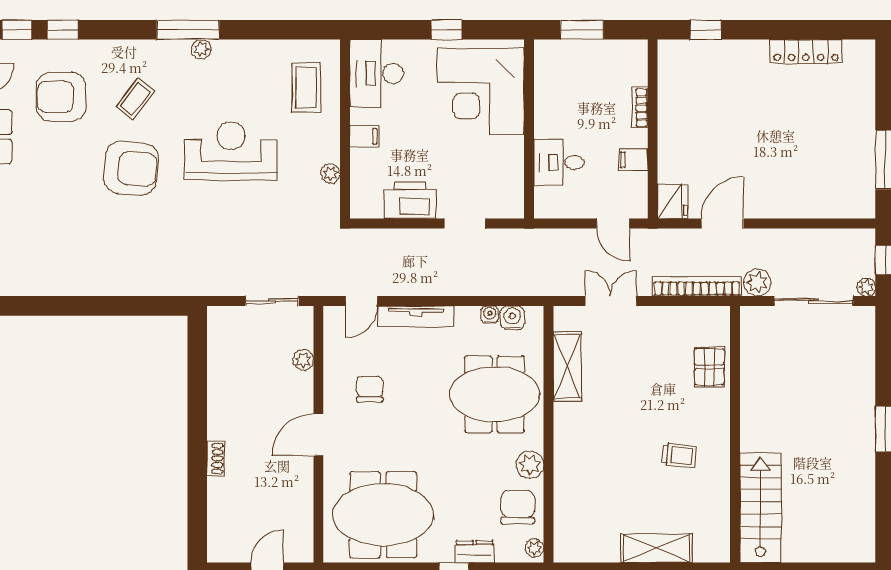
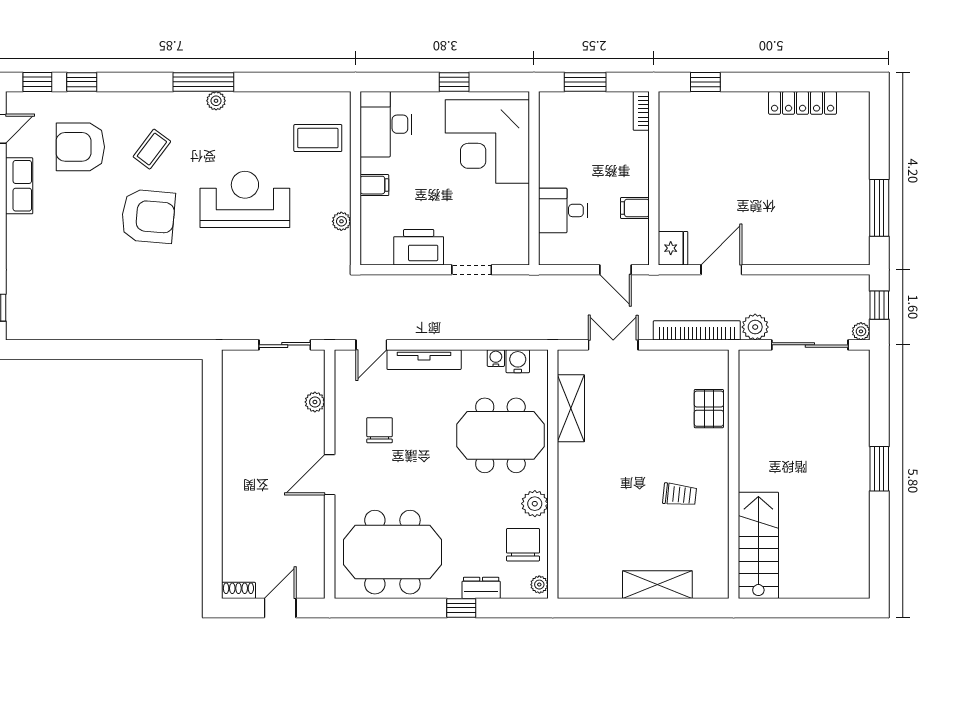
coffee table: (306, 88) -> (318, 138), turned 90
bookcase: (640, 108) -> (641, 111), moved
shoe rack: (215, 459) -> (238, 590), moved, turned -90

